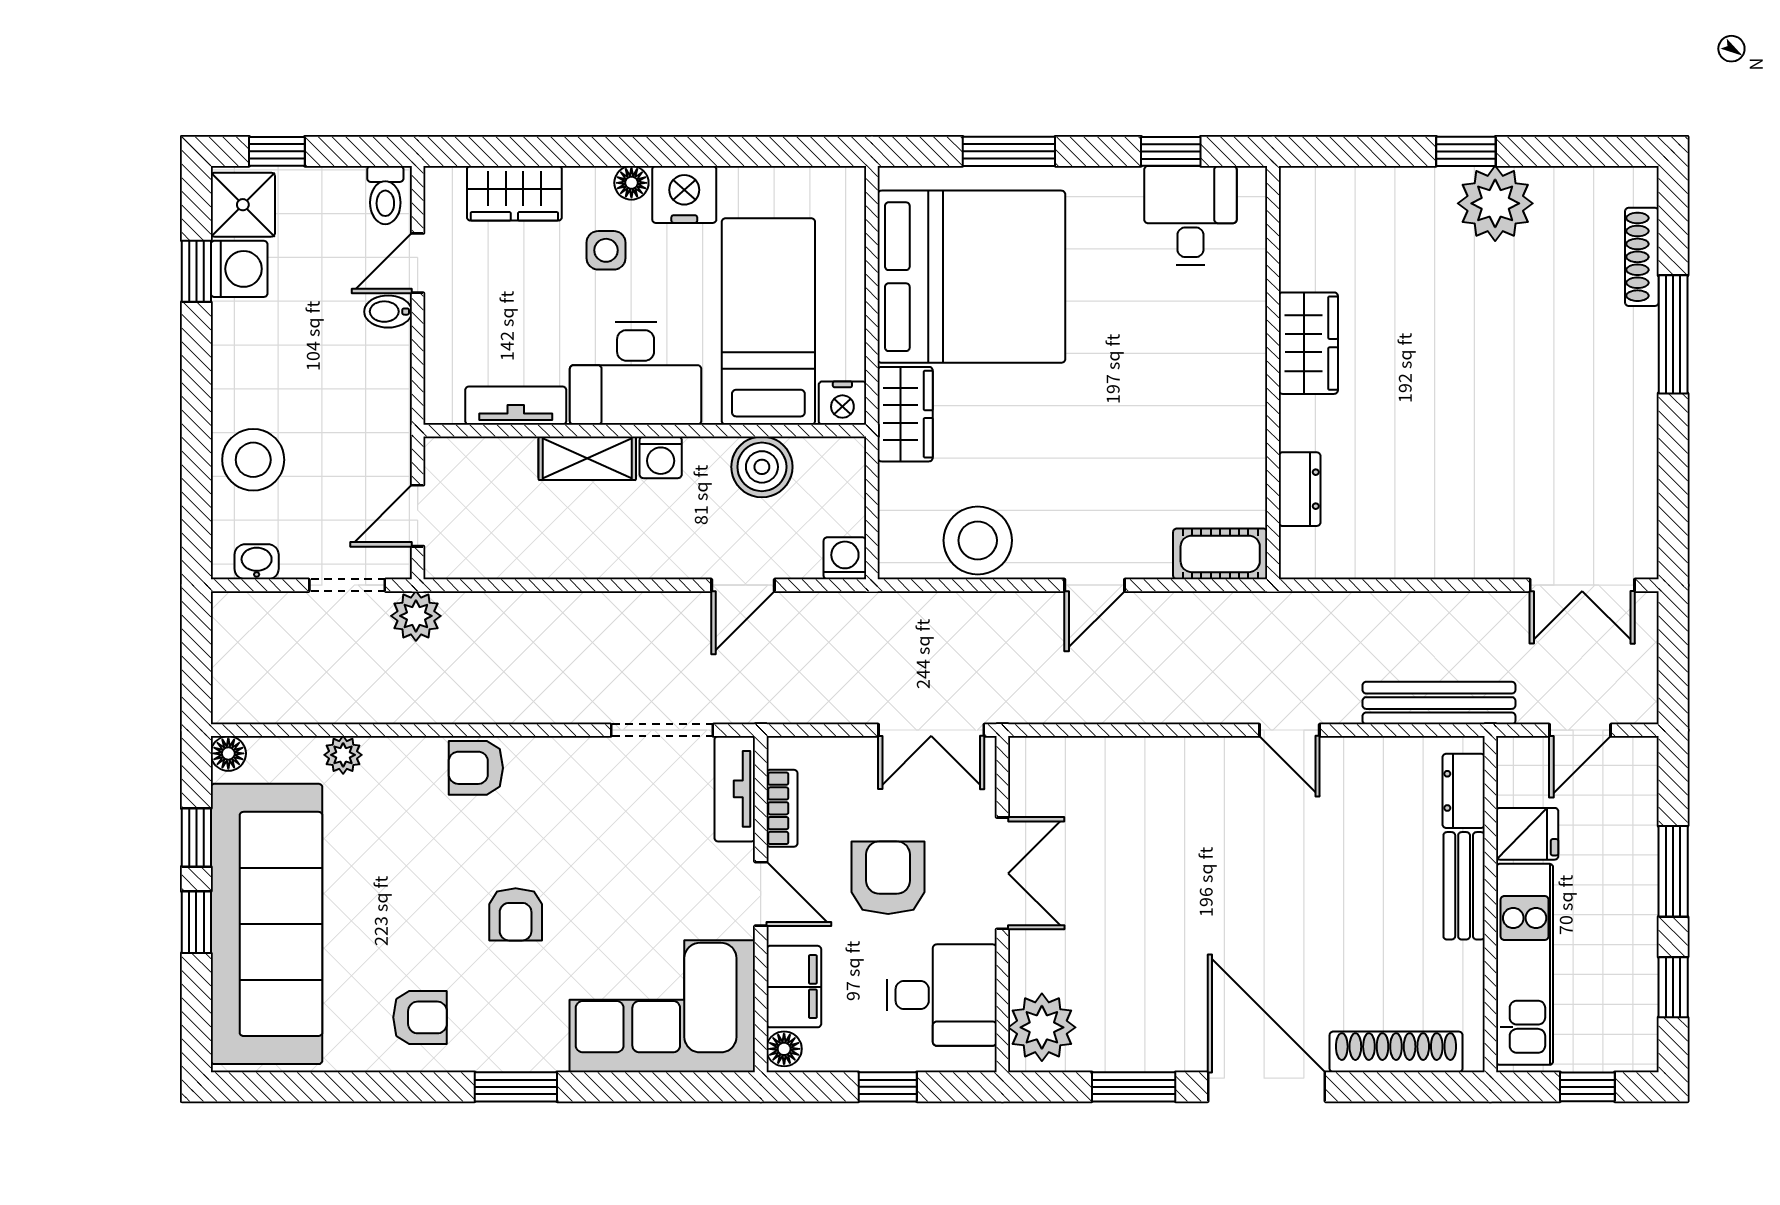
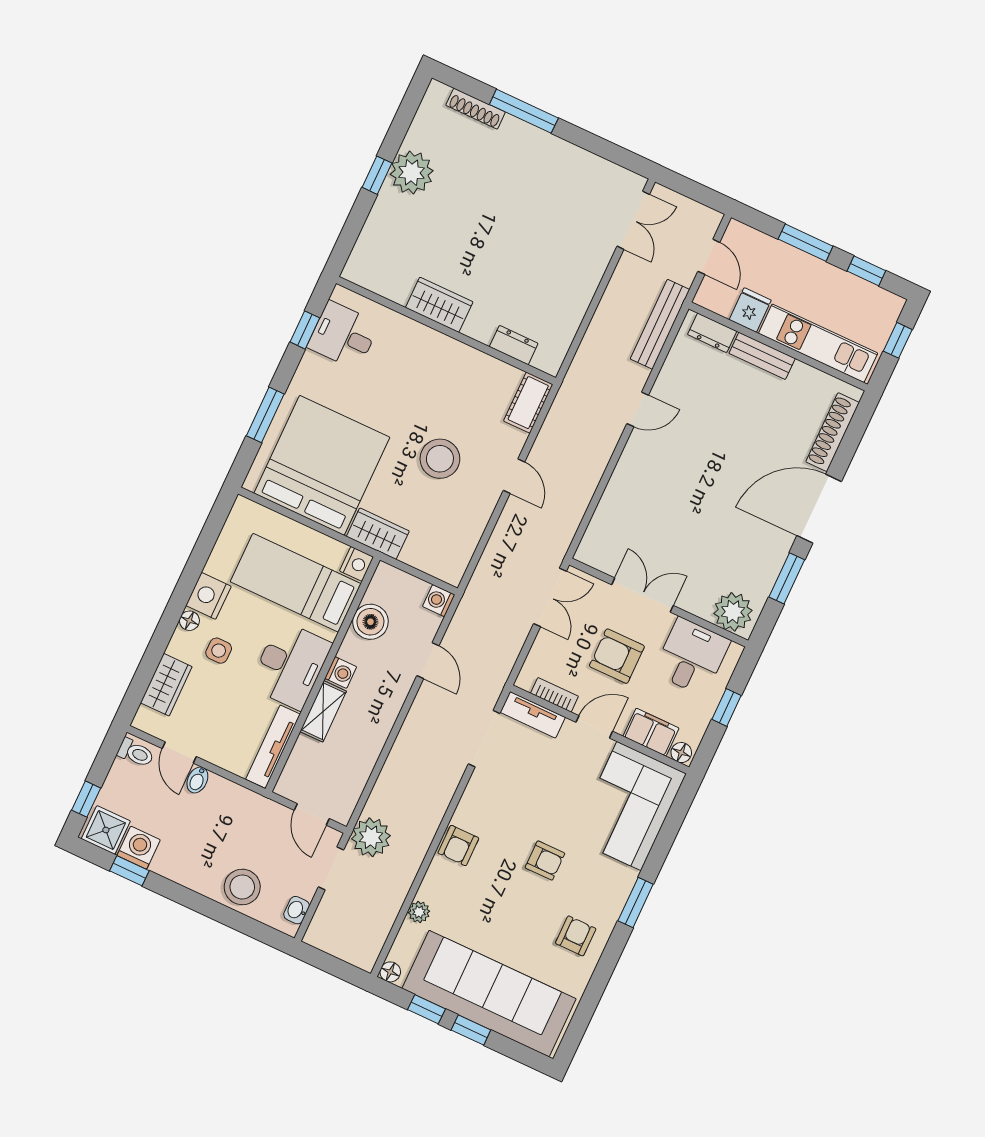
tv unit: (516, 406) -> (273, 747), width x1.41
stool: (978, 540) -> (440, 459), moved
plant: (416, 616) -> (371, 837), width x1.36, depth x1.36

